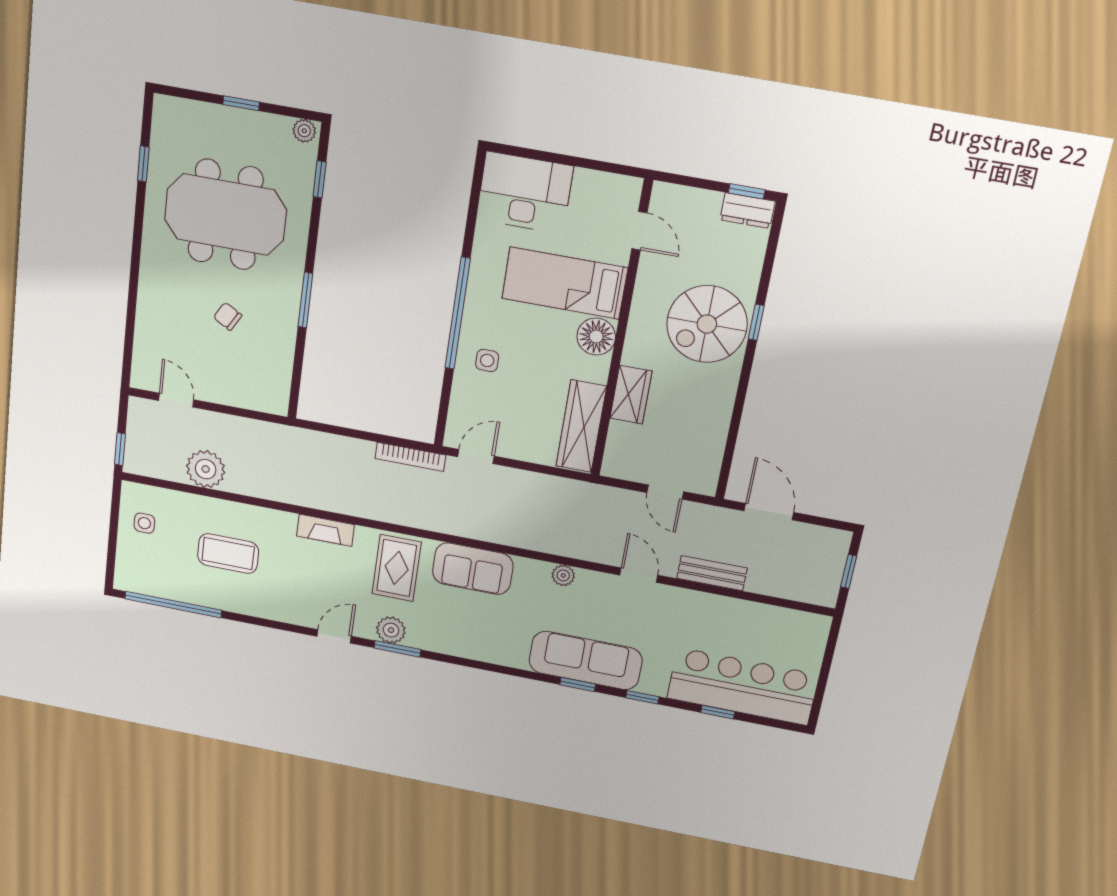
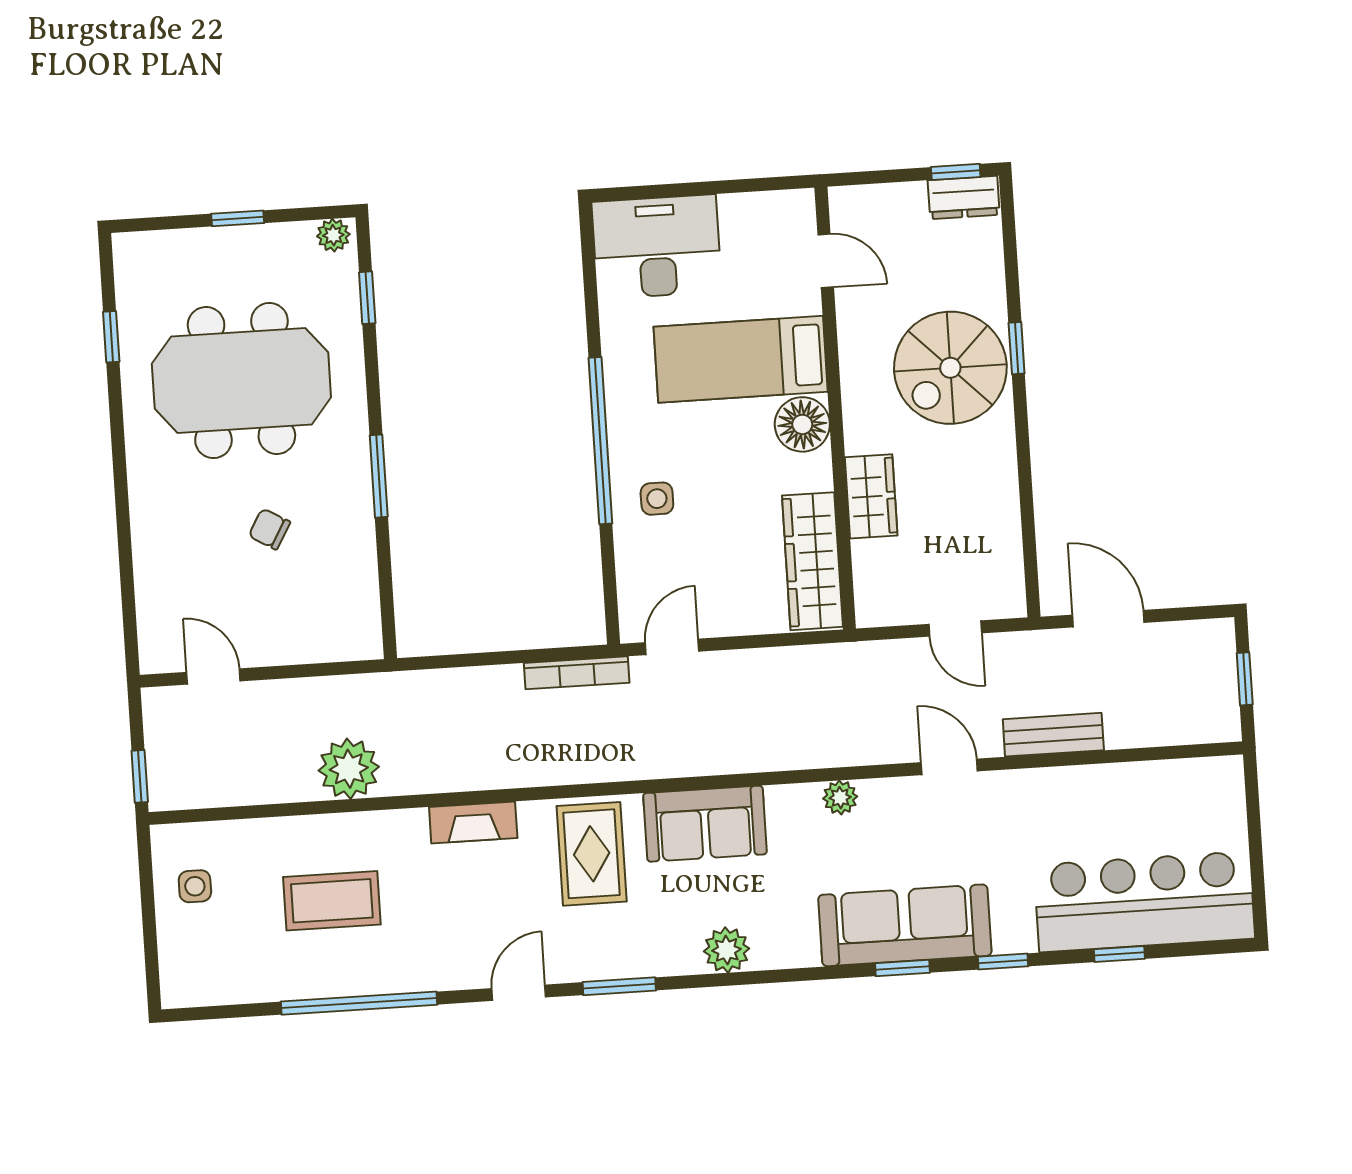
plant: (206, 469) -> (349, 769), moved
window: (173, 605) -> (359, 1003), moved
plant: (391, 630) -> (727, 950), moved

